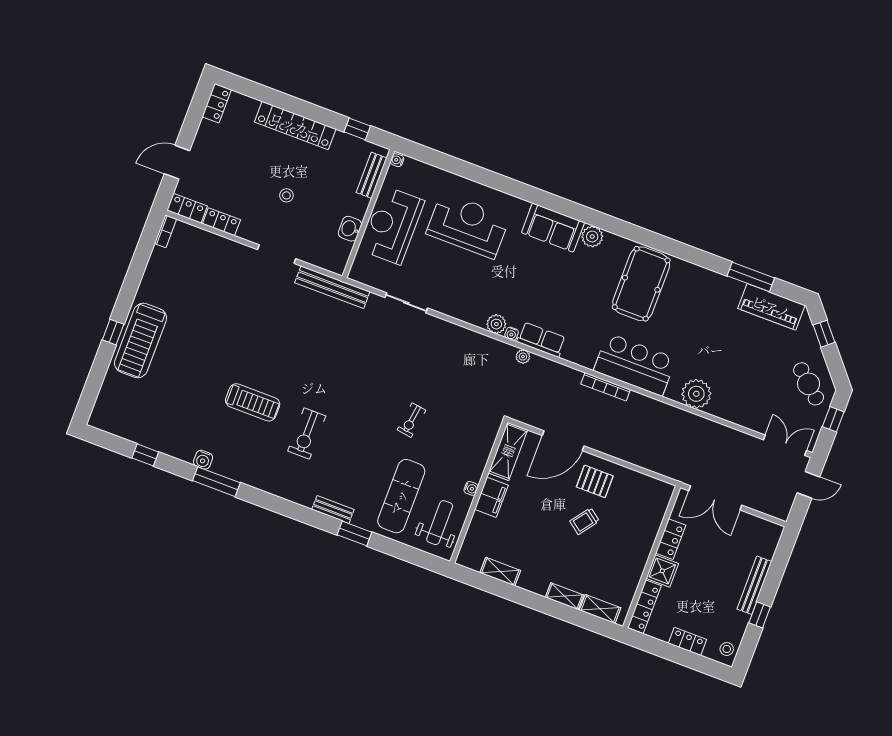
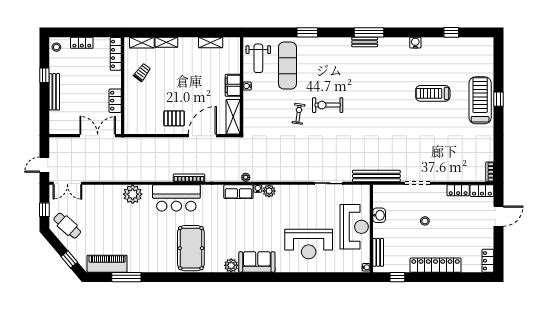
treadmill: (253, 402) -> (433, 93), moved
exercise bike: (307, 434) -> (328, 105), moved, turned -90
window: (216, 482) -> (369, 32), moved
bench: (333, 509) -> (365, 42), moved
trolley: (585, 521) -> (142, 72), moved
shower: (662, 571) -> (113, 80), removed

